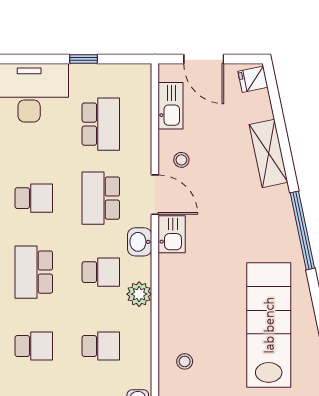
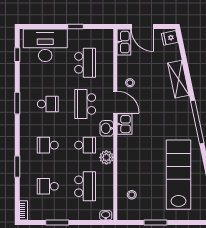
kitchen sink: (170, 106) -> (124, 42), moved
school desk: (34, 272) -> (48, 145), width x0.54
school desk: (34, 346) -> (48, 186), turned 180
school desk: (101, 346) -> (85, 186), width x1.85

